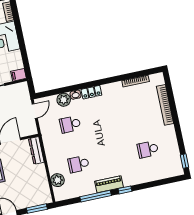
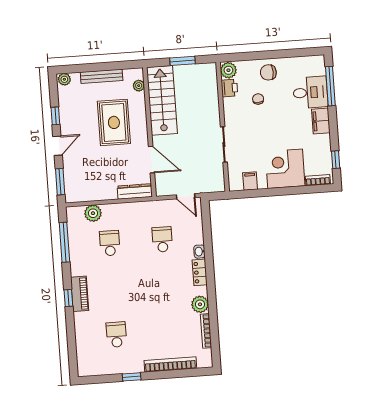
filing cabinet: (19, 75) -> (250, 181), moved
plant: (64, 100) -> (200, 304), moved
window: (184, 161) -> (132, 377), moved
piano: (109, 184) -> (80, 294), moved
window: (96, 196) -> (64, 242), moved

